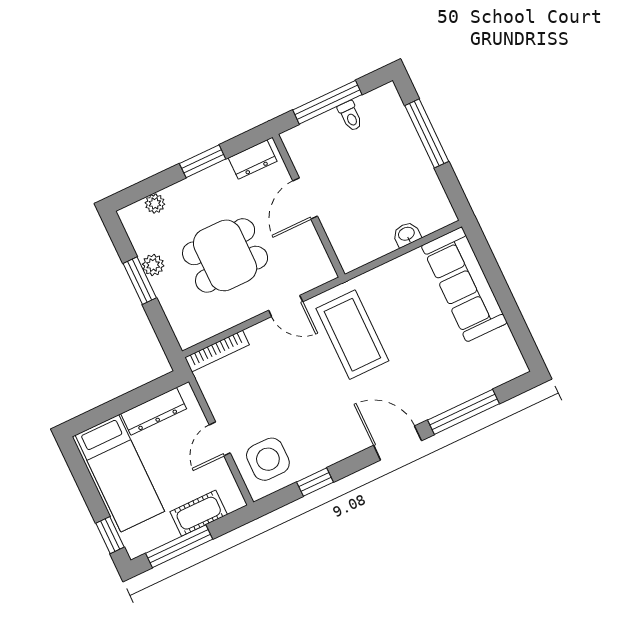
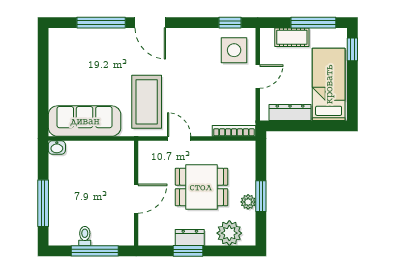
dresser: (253, 160) -> (190, 238), moved
plant: (155, 203) -> (229, 233), width x1.88, depth x1.88
washbasin: (407, 234) -> (57, 147), moved
sofa: (464, 284) -> (85, 121), moved, turned -90
window: (315, 482) -> (230, 23), moved

